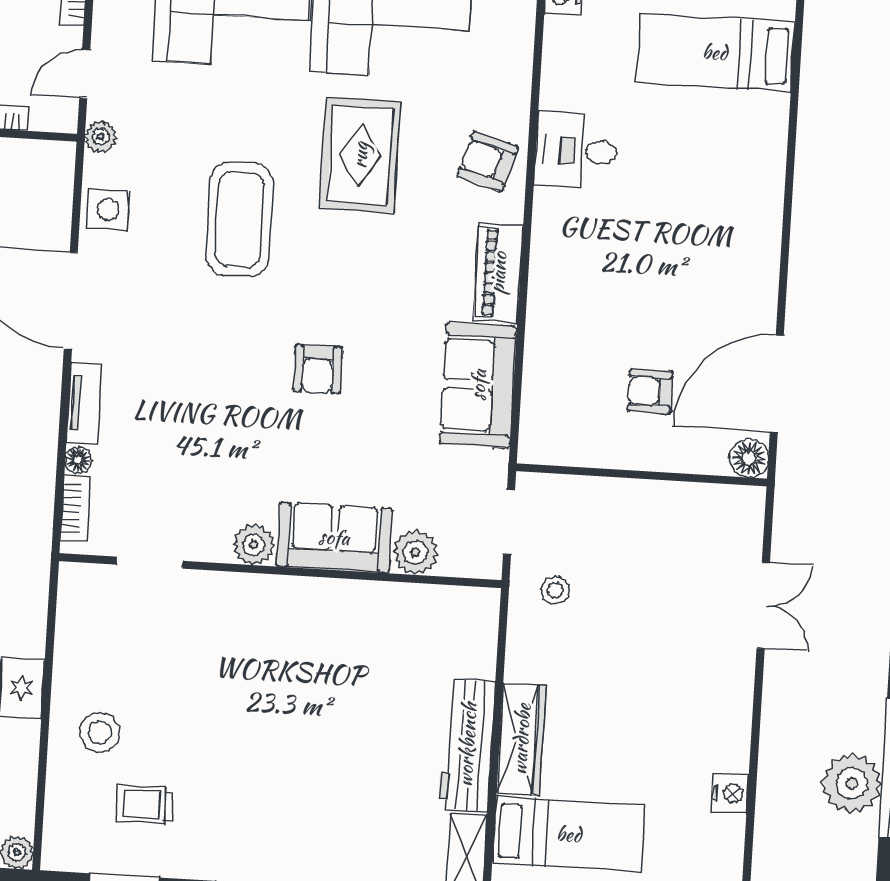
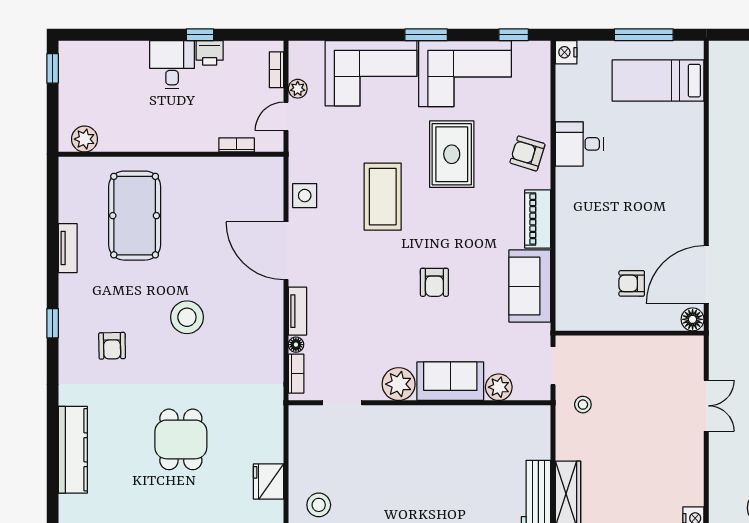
plant: (101, 137) -> (298, 89), moved
plant: (254, 545) -> (399, 384), width x1.36, depth x1.36

